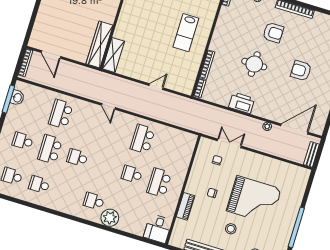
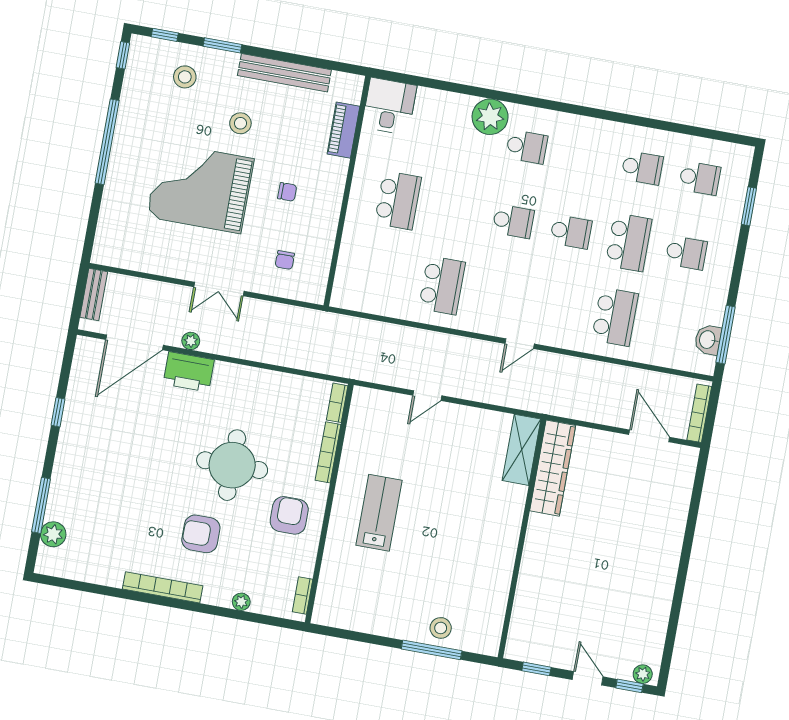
round table: (254, 64) -> (232, 465), width x1.36, depth x1.36
armchair: (301, 71) -> (289, 515), moved, turned -90
printer: (242, 103) -> (189, 372), moved
door: (108, 106) -> (520, 344), swing flipped
double door: (229, 143) -> (219, 289), moved
school desk: (132, 174) -> (513, 221), moved
piano: (185, 206) -> (343, 130), moved

